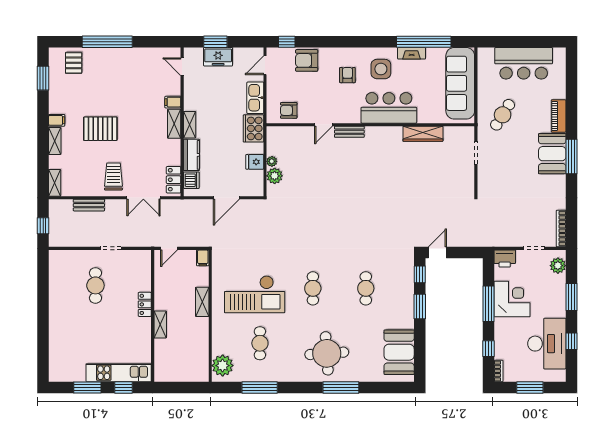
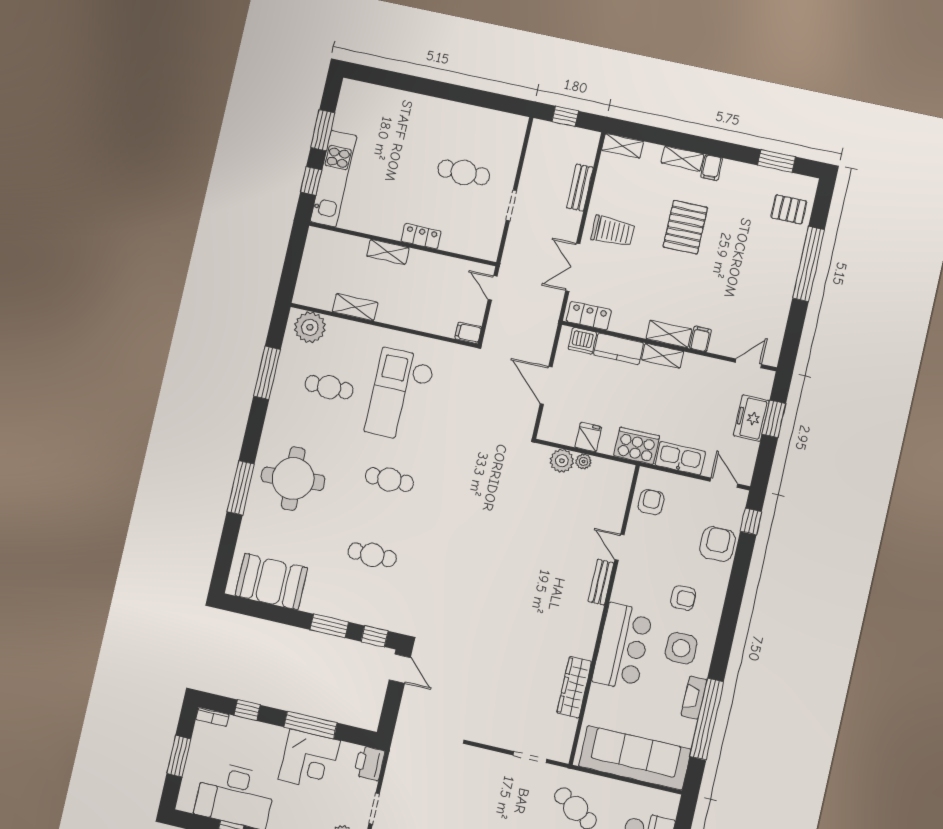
shelving: (202, 302) -> (355, 307), moved

